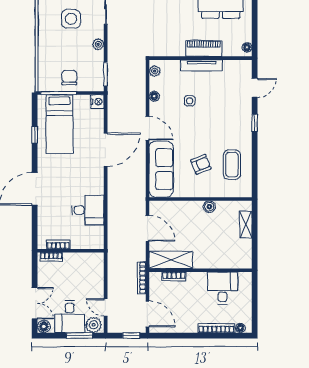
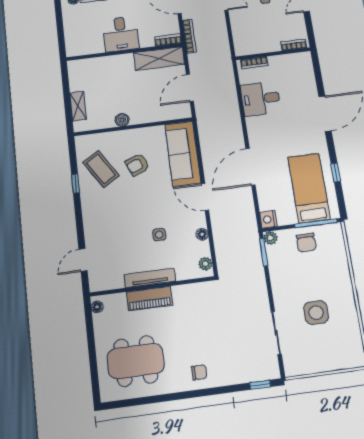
plant: (98, 44) -> (270, 238), moved
window: (255, 123) -> (76, 184), moved
coffee table: (232, 165) -> (101, 169), turned -32
door: (147, 228) -> (190, 88), hinge flipped
bookcase: (58, 244) -> (254, 63), moved
bookcase: (174, 277) -> (168, 40), moved
desk: (223, 288) -> (121, 34), moved

